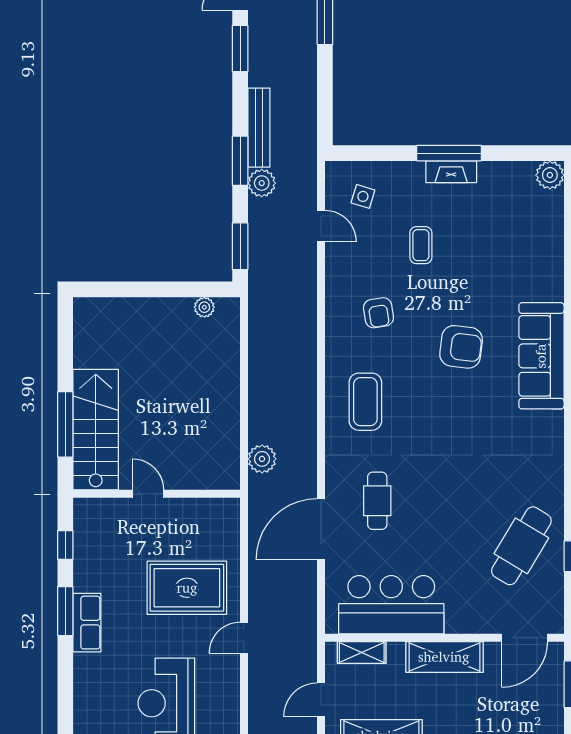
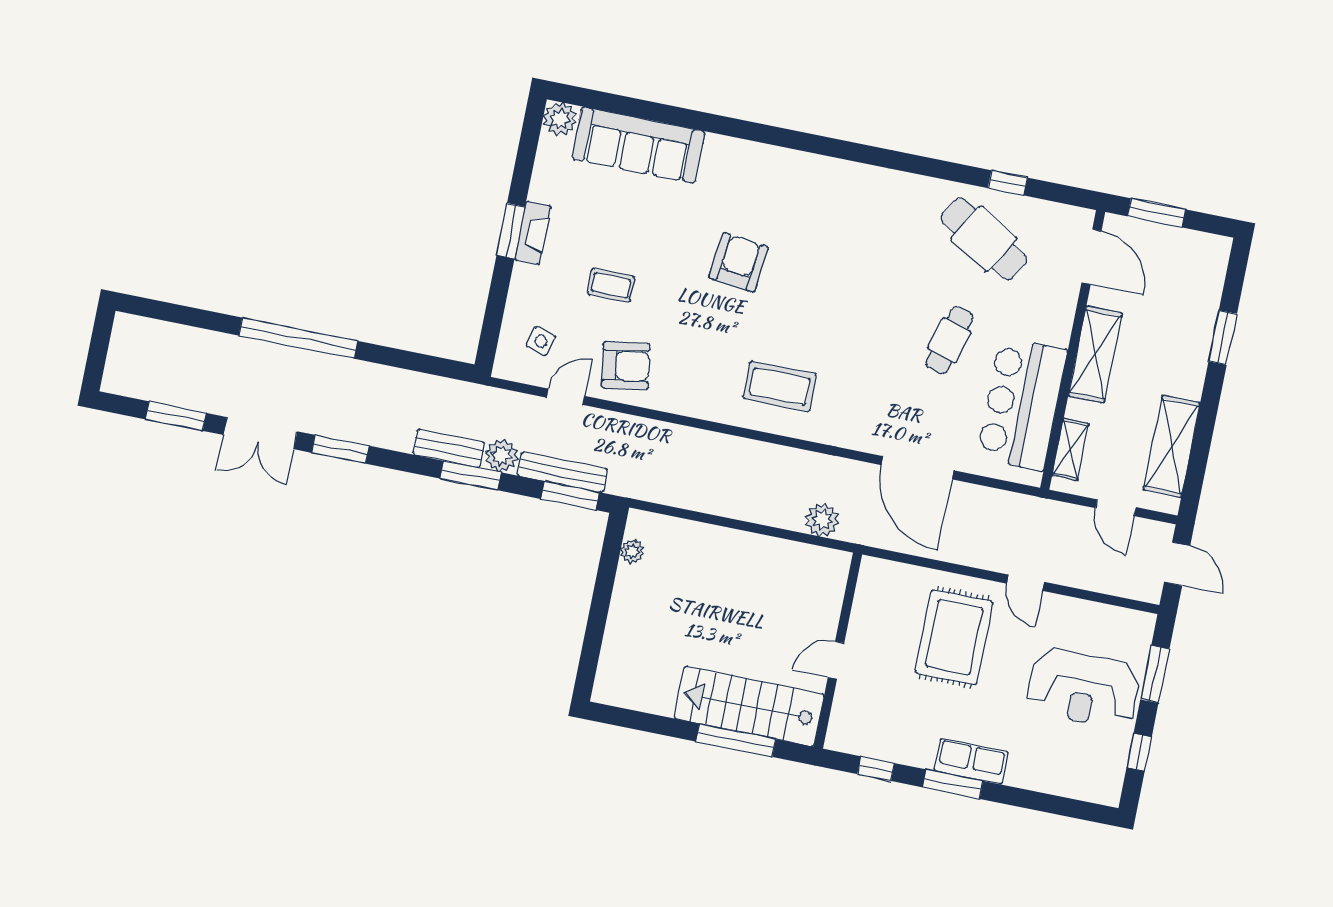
bench: (259, 128) -> (449, 448), width x0.73
window: (449, 153) -> (511, 231), width x0.69
bench: (258, 236) -> (562, 472), added
armchair: (378, 313) -> (626, 366), moved, width x1.38, depth x1.38
sofa: (541, 356) -> (638, 145), moved
cafe table: (377, 501) -> (949, 340), moved, turned -75

